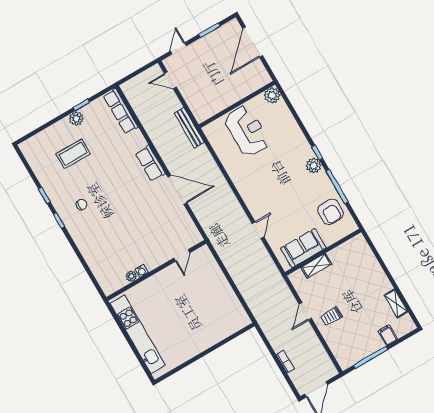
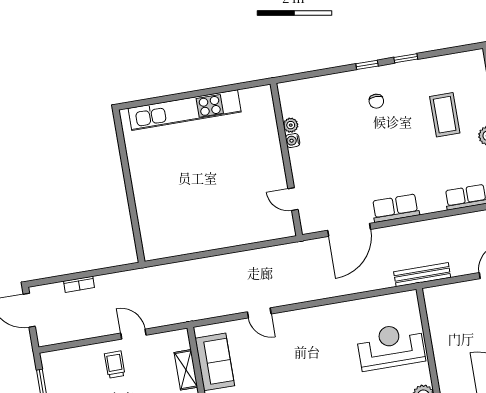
reception desk: (247, 131) -> (391, 347), turned 180
door: (182, 255) -> (293, 199), moved
wall: (156, 270) -> (286, 159), moved
water cooler: (142, 271) -> (293, 141), moved
plant: (131, 276) -> (291, 125), moved

